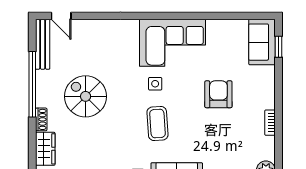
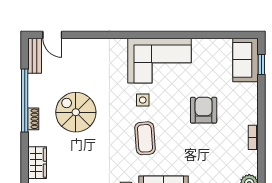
bench: (43, 44) -> (35, 56), width x0.73
shoe rack: (41, 119) -> (33, 119), moved

